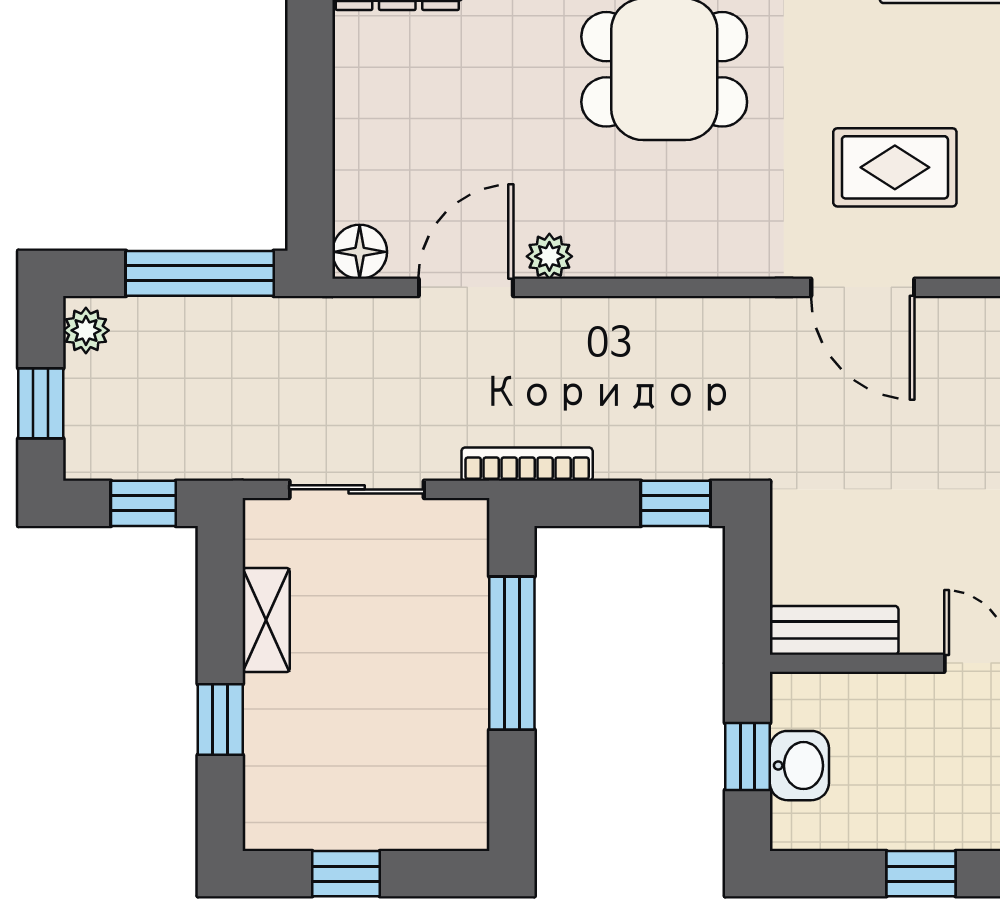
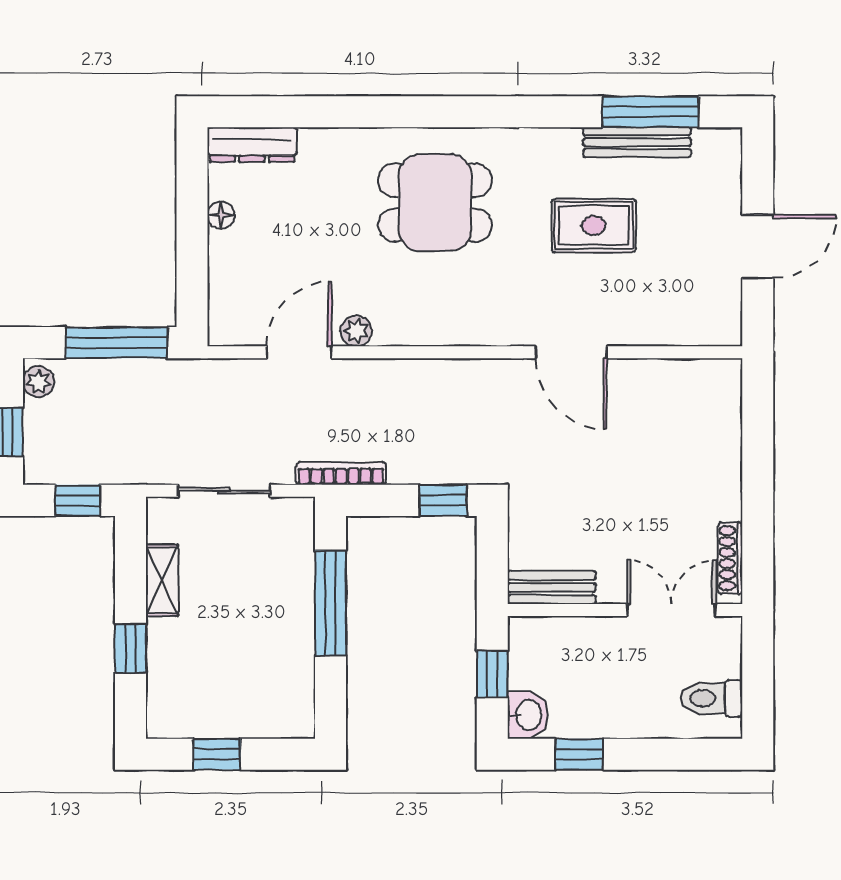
rug: (895, 167) -> (594, 226), moved
floor lamp: (360, 252) -> (221, 215), moved, width x0.73, depth x0.73
washbasin: (799, 766) -> (528, 715), moved
window: (921, 874) -> (579, 754), moved

